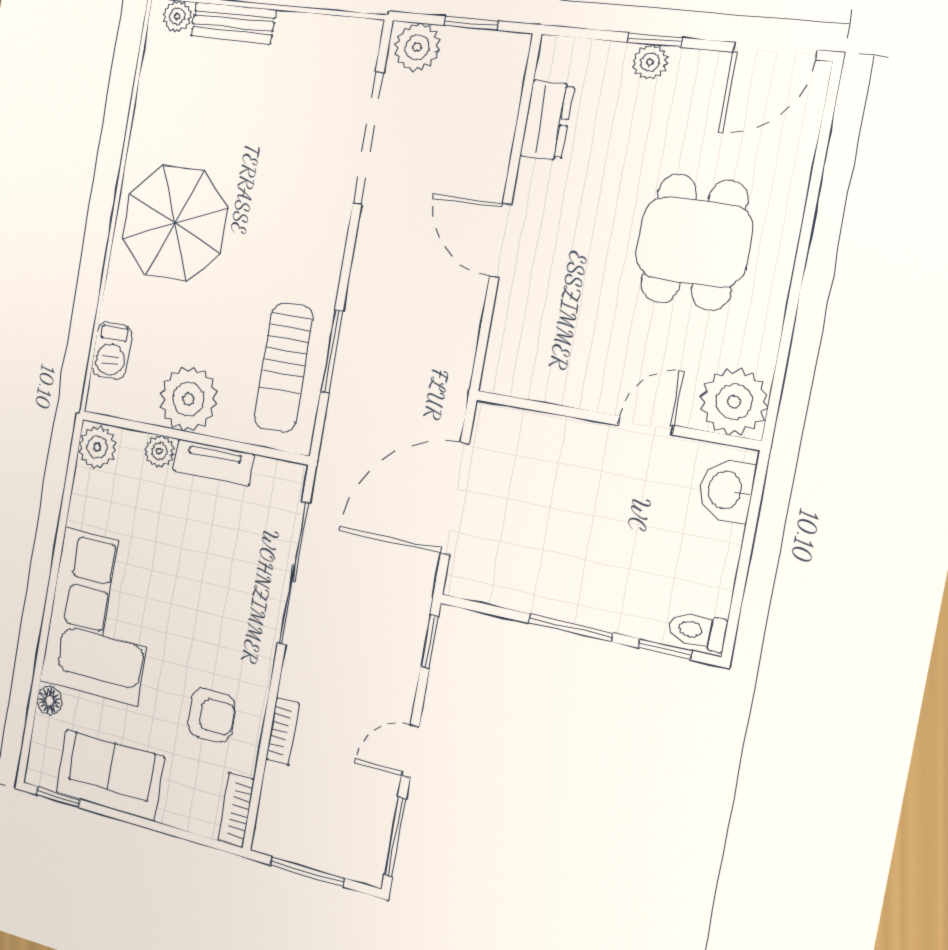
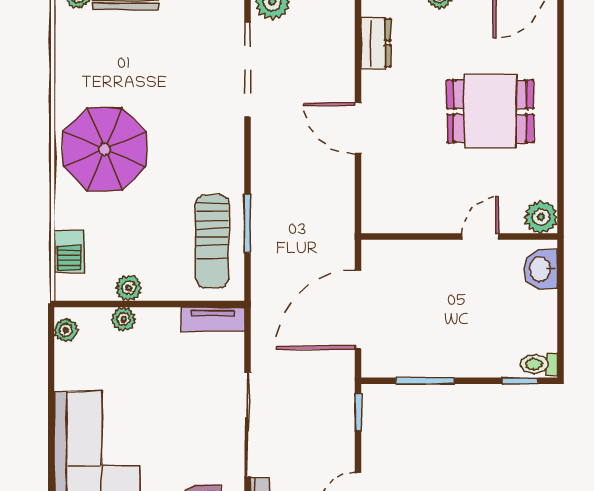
dining table: (694, 242) -> (490, 111), turned 90
plant: (188, 399) -> (129, 288), width x0.53, depth x0.53
plant: (734, 402) -> (541, 217), width x0.73, depth x0.73
plant: (97, 447) -> (66, 330), width x0.73, depth x0.73
tv unit: (214, 462) -> (213, 319), moved
sliding door: (294, 573) -> (248, 424), moved
window: (570, 628) -> (425, 381), moved

